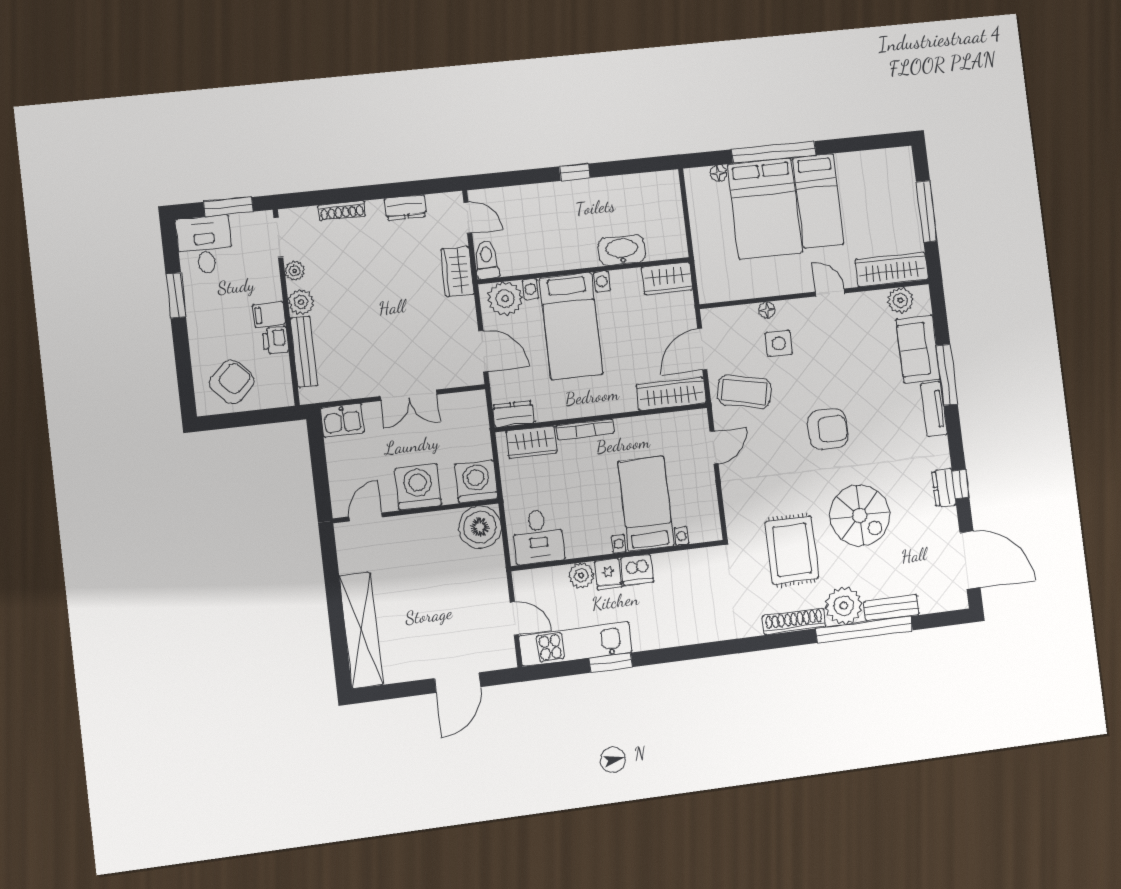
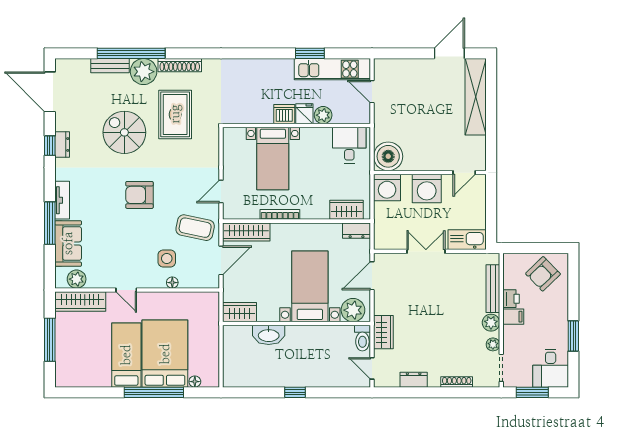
door: (483, 351) -> (372, 276), hinge flipped
kitchen sink: (342, 420) -> (467, 240), width x1.38
bookcase: (585, 429) -> (280, 214), moved
door: (458, 683) -> (449, 53), moved

